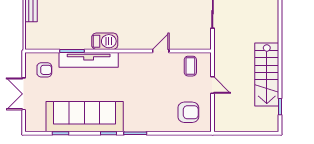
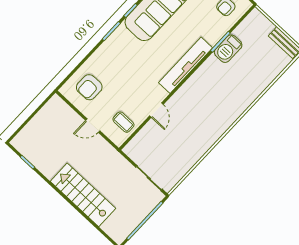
barbecue: (105, 41) -> (228, 49), moved
tv unit: (89, 60) -> (186, 65), moved
stairs: (267, 74) -> (83, 195), moved

